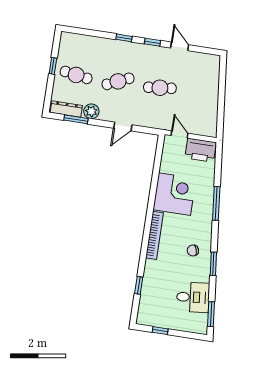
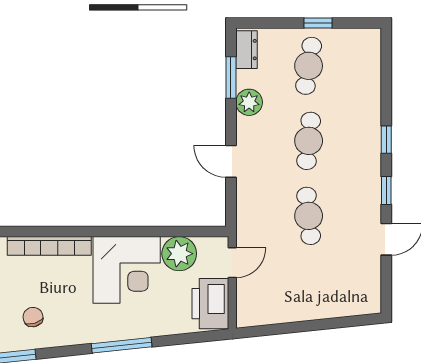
cafe table: (118, 81) -> (309, 141), turned 30
dresser: (66, 109) -> (246, 50), width x0.70
plant: (170, 163) -> (179, 254), added

